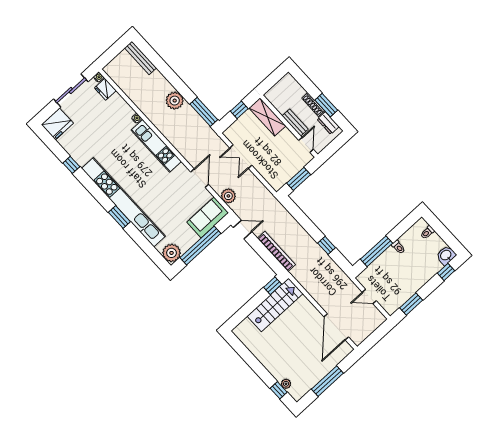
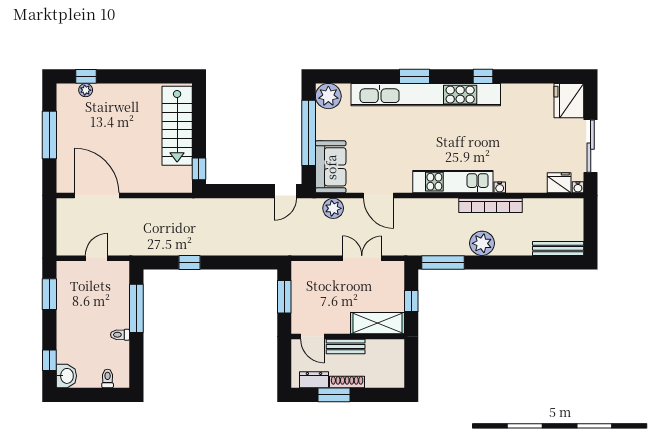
window: (71, 165) -> (483, 76), moved
bookcase: (276, 251) -> (491, 205), moved
stairs: (275, 305) -> (177, 126), moved

